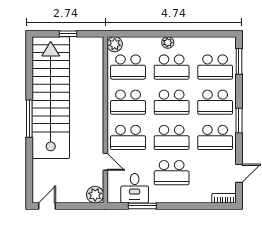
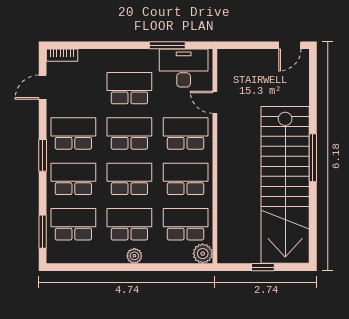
desk: (135, 188) -> (184, 68), width x1.37
plant: (95, 195) -> (228, 60), removed

